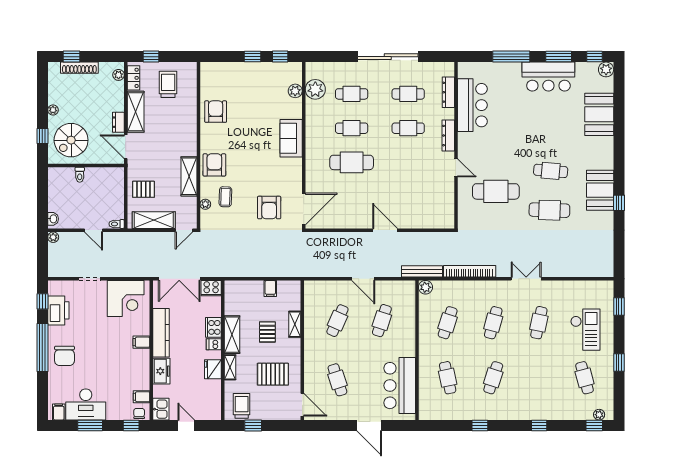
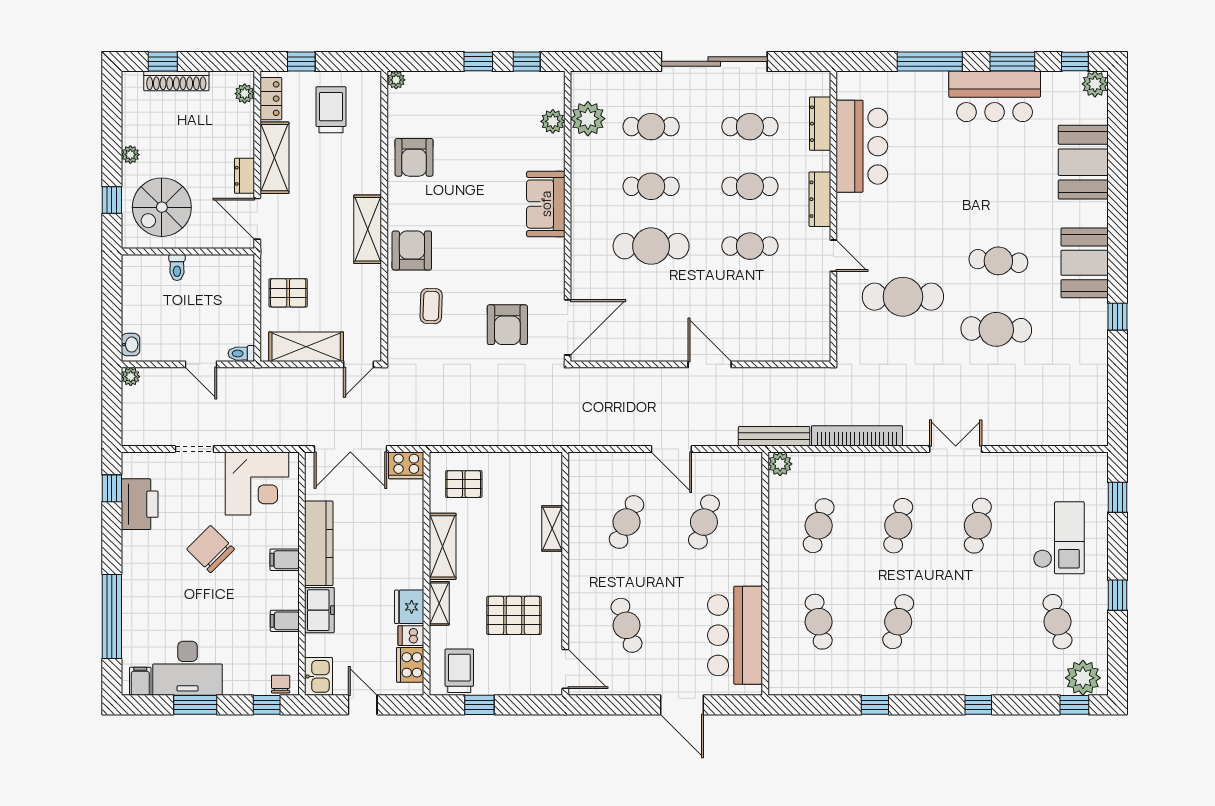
armchair: (216, 112) -> (414, 157), turned 180
cafe table: (408, 162) -> (750, 246), added
shelving: (189, 176) -> (368, 229), moved
booth: (600, 190) -> (1085, 263), moved
plant: (205, 204) -> (396, 80), moved
filing cabinet: (270, 288) -> (509, 466), removed
cooker: (213, 327) -> (410, 665), moved
pallet: (267, 332) -> (464, 484), moved, turned 90
dishwasher: (214, 344) -> (411, 636), moved
window: (42, 347) -> (112, 616), moved
chair: (64, 356) -> (211, 549), moved, turned 135
filing cabinet: (142, 397) -> (285, 621), moved
plant: (599, 415) -> (1083, 678), width x1.87, depth x1.87

